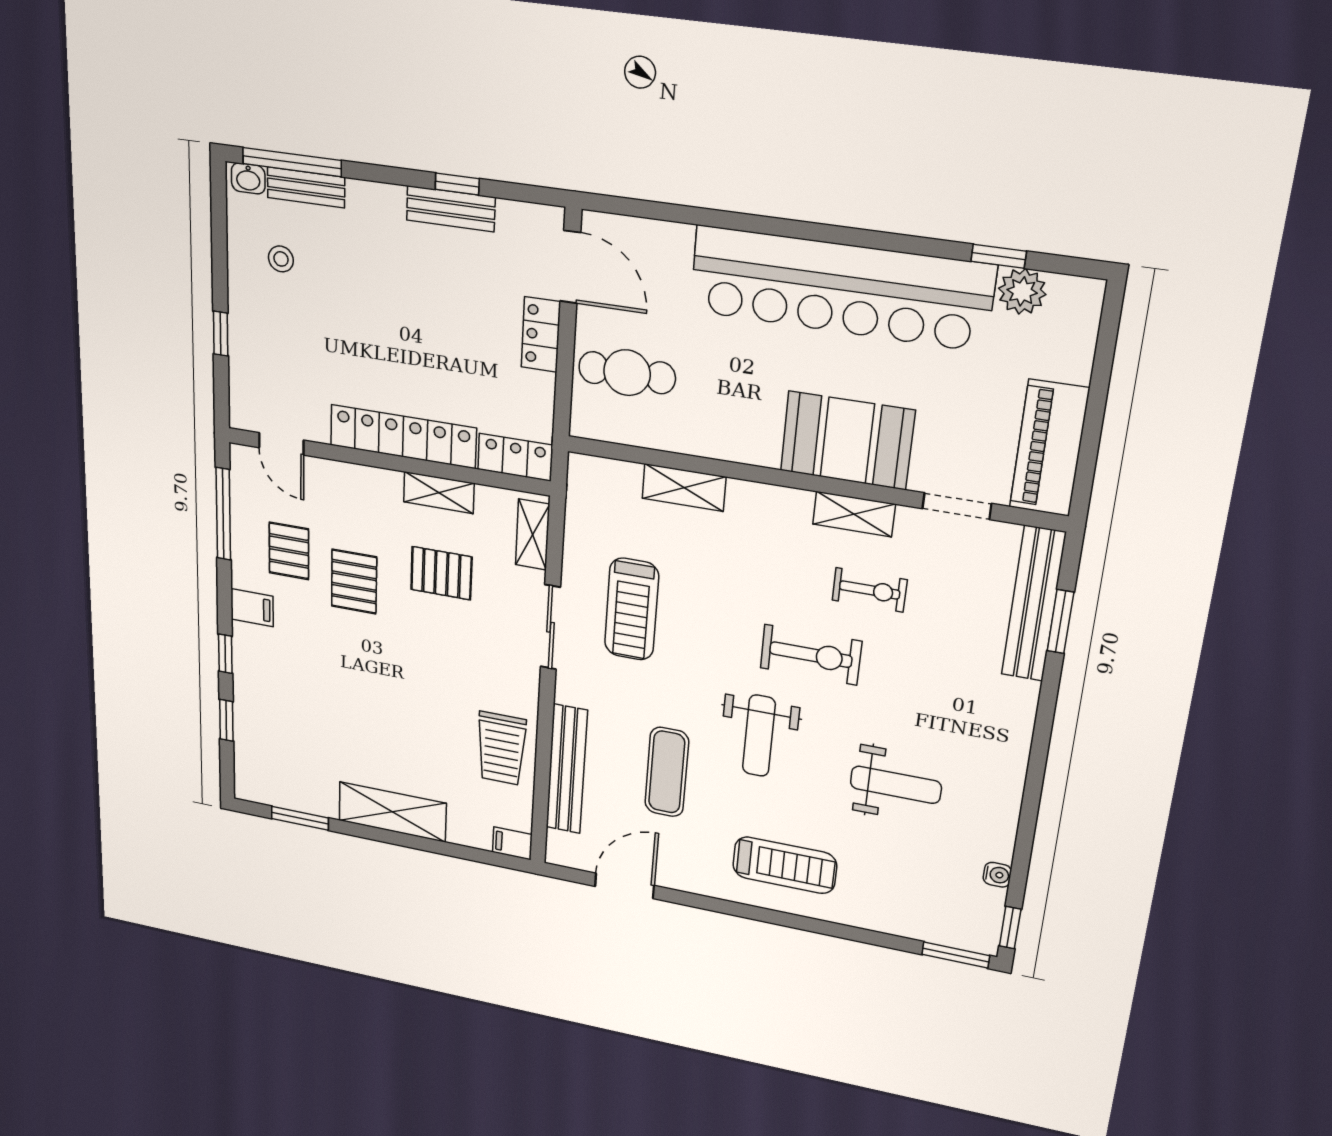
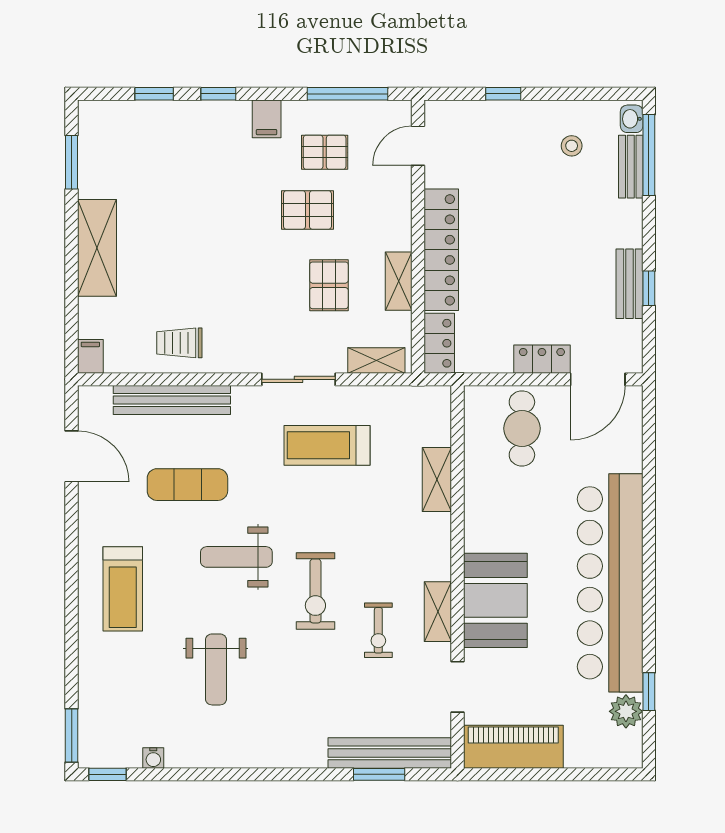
trolley: (501, 748) -> (179, 343), width x0.73, depth x0.72

